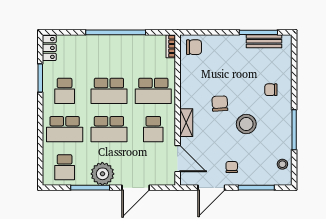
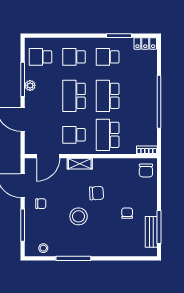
chair: (271, 90) -> (127, 213), moved
school desk: (65, 129) -> (74, 57), width x0.54
plant: (102, 174) -> (30, 85), width x0.53, depth x0.53

